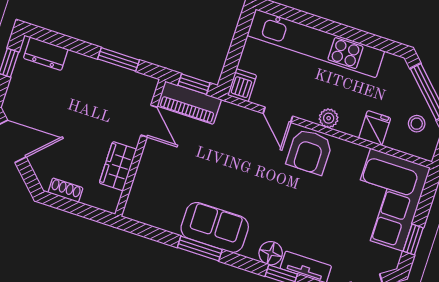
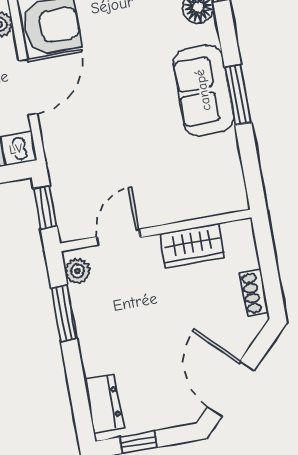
plant: (141, 83) -> (78, 271), added
piano: (189, 103) -> (70, 201), removed
door: (278, 115) -> (28, 87), width x1.38

